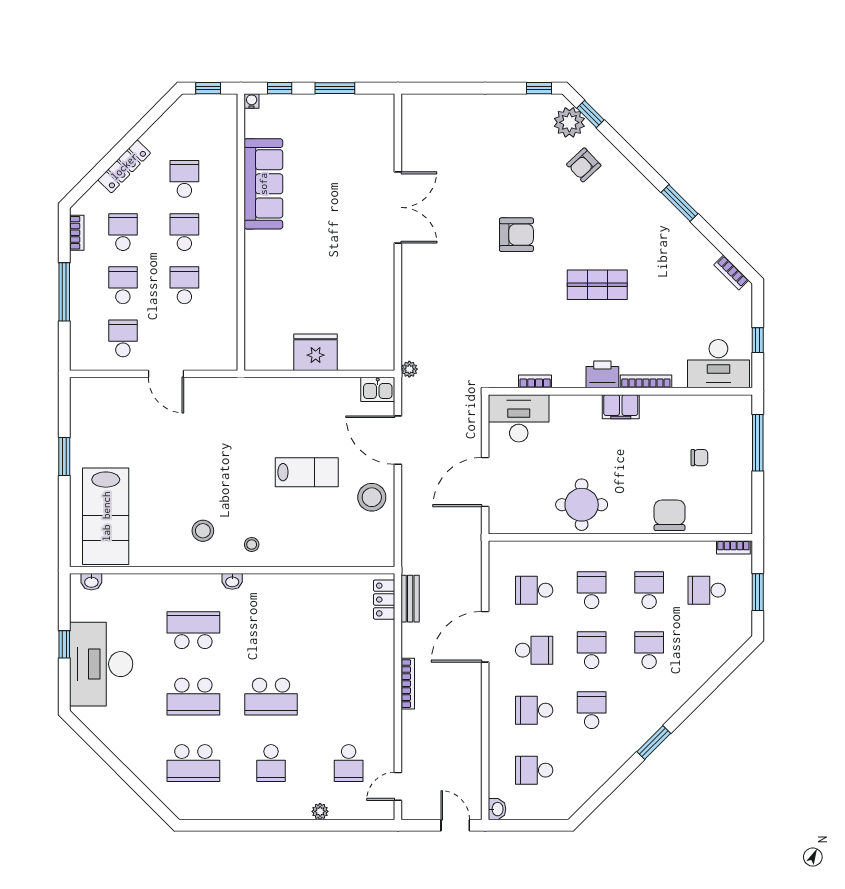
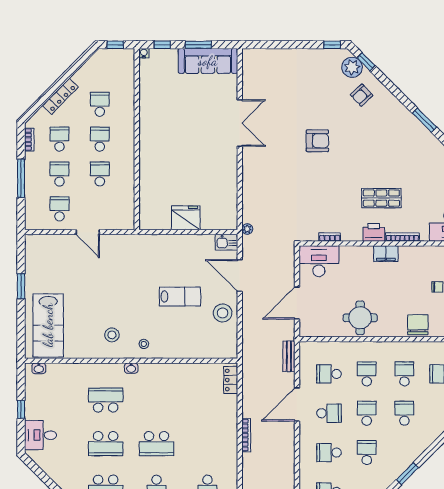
sofa: (263, 184) -> (208, 61), moved, turned 90
shop shelf: (597, 285) -> (381, 198), moved
bench: (410, 599) -> (289, 356), moved
desk: (101, 664) -> (40, 435), width x0.53, depth x0.77

